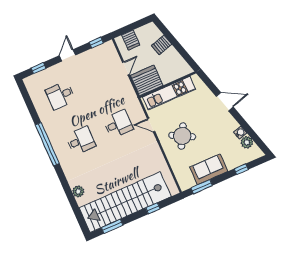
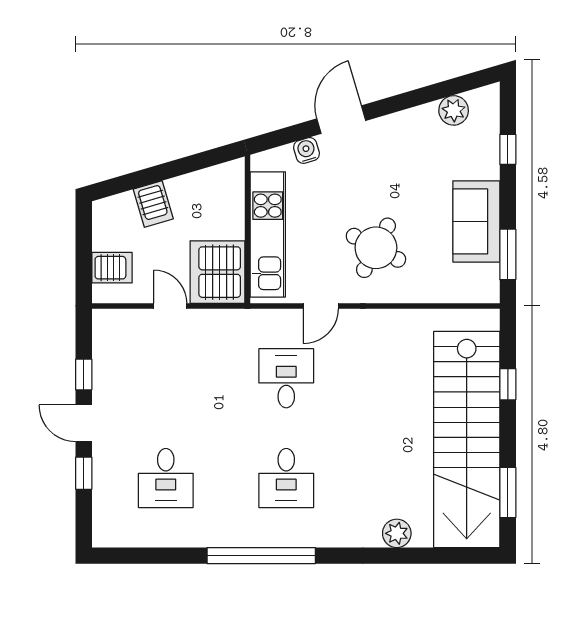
window: (96, 43) -> (84, 374), moved
window: (38, 68) -> (84, 473), moved
water cooler: (240, 133) -> (307, 150), moved
desk: (81, 141) -> (286, 478), turned 180

